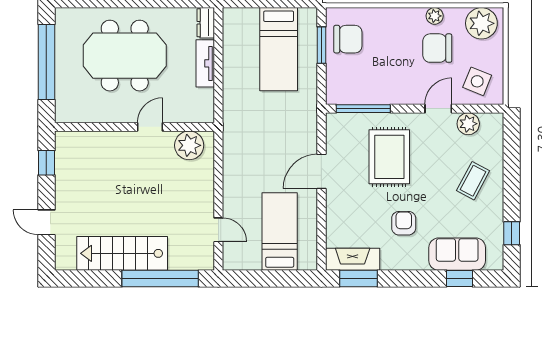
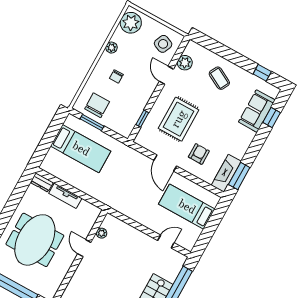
chair: (437, 48) -> (116, 76), moved, width x0.54, depth x0.54
window: (363, 109) -> (142, 119), width x0.46
plant: (189, 145) -> (102, 233), width x0.53, depth x0.53
rug: (389, 157) -> (179, 119), turned 90
armchair: (404, 223) -> (199, 154), moved, turned 90

